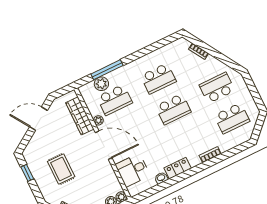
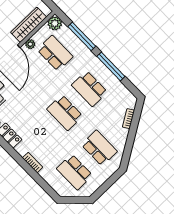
window: (144, 52) -> (111, 66), added
plant: (101, 84) -> (55, 23), moved
school desk: (115, 100) -> (55, 53), turned 180

